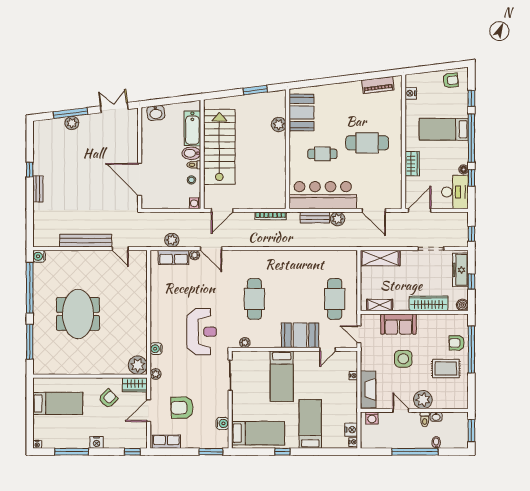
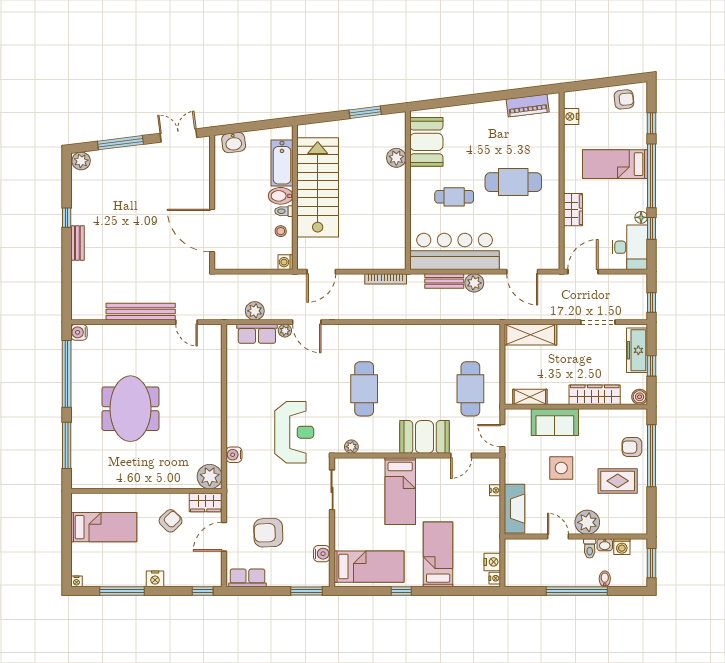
plant: (72, 123) -> (81, 161), moved
plant: (156, 374) -> (233, 488), removed
washing machine: (372, 418) -> (622, 547), moved

